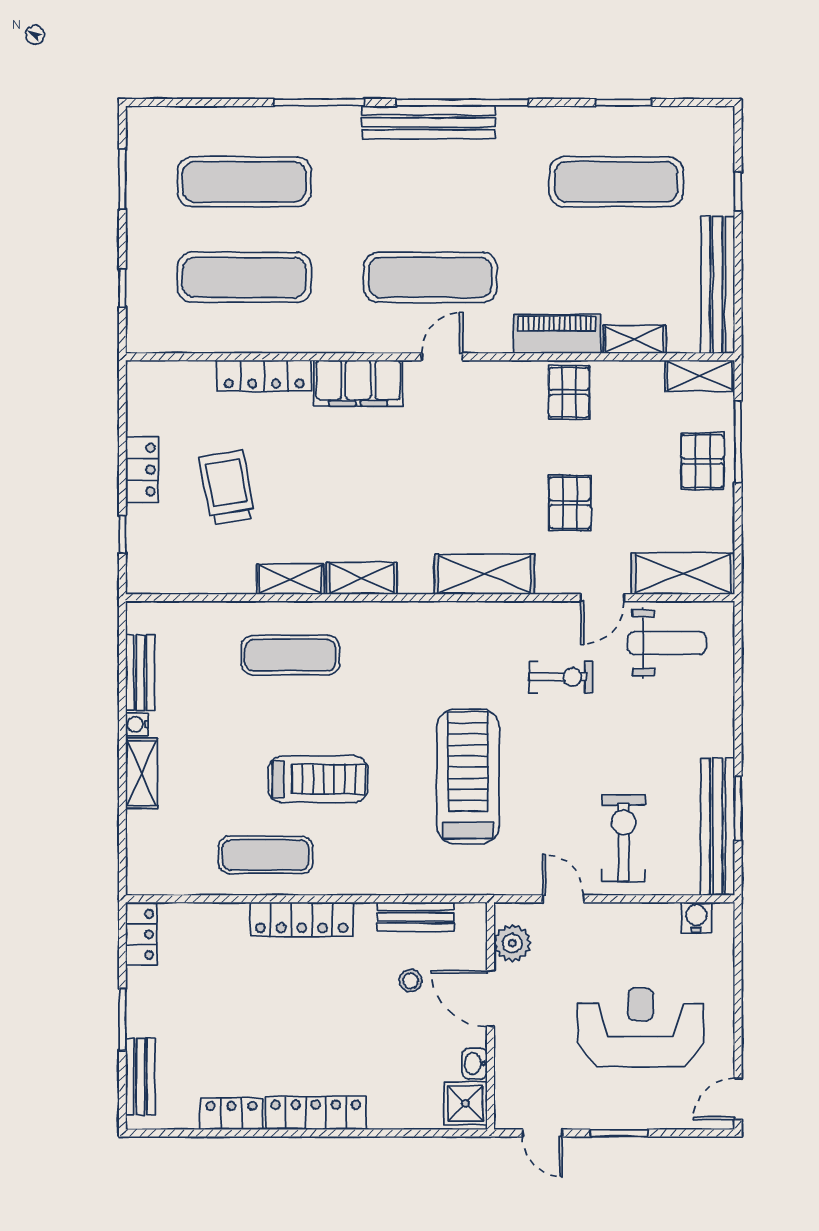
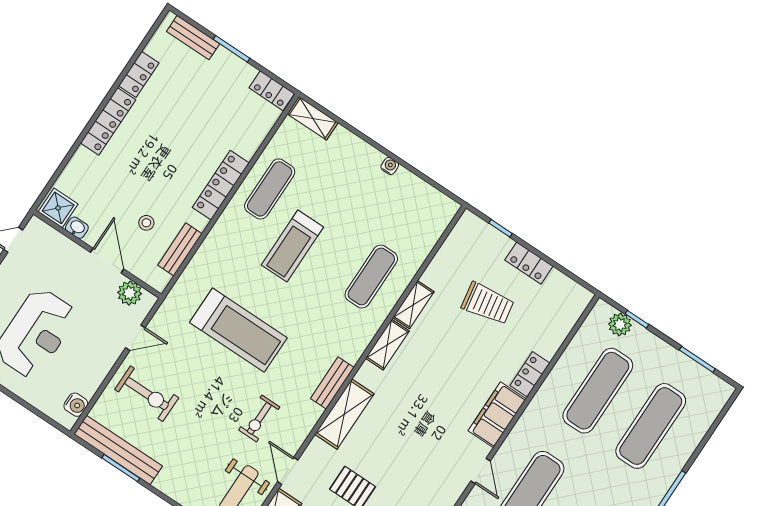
plant: (143, 305) -> (620, 325), added
locker: (264, 376) -> (530, 374), width x0.66
bench: (140, 673) -> (332, 383), moved, turned 90
shelving: (142, 773) -> (313, 118), moved
door: (490, 998) -> (107, 261), hinge flipped

